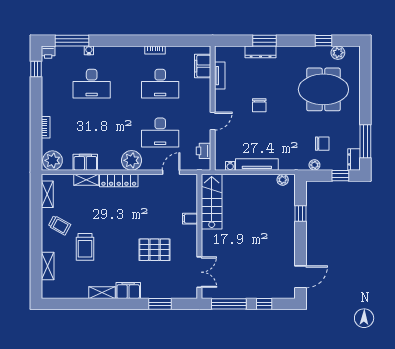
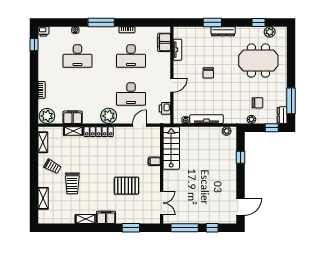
window: (72, 41) -> (101, 22), moved
dresser: (261, 52) -> (223, 31), moved

